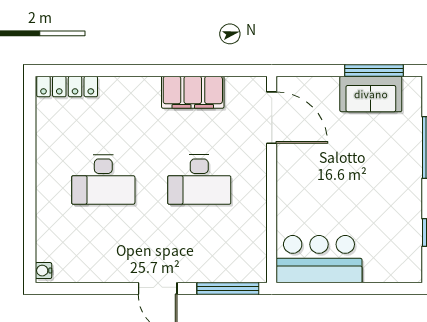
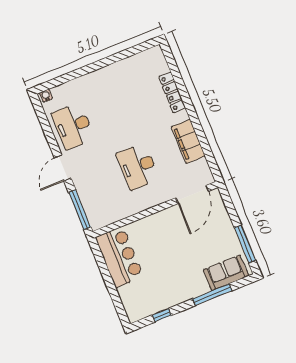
locker: (67, 87) -> (172, 92), moved
sofa: (371, 94) -> (226, 273), moved, turned 90
desk: (103, 180) -> (73, 126), moved

